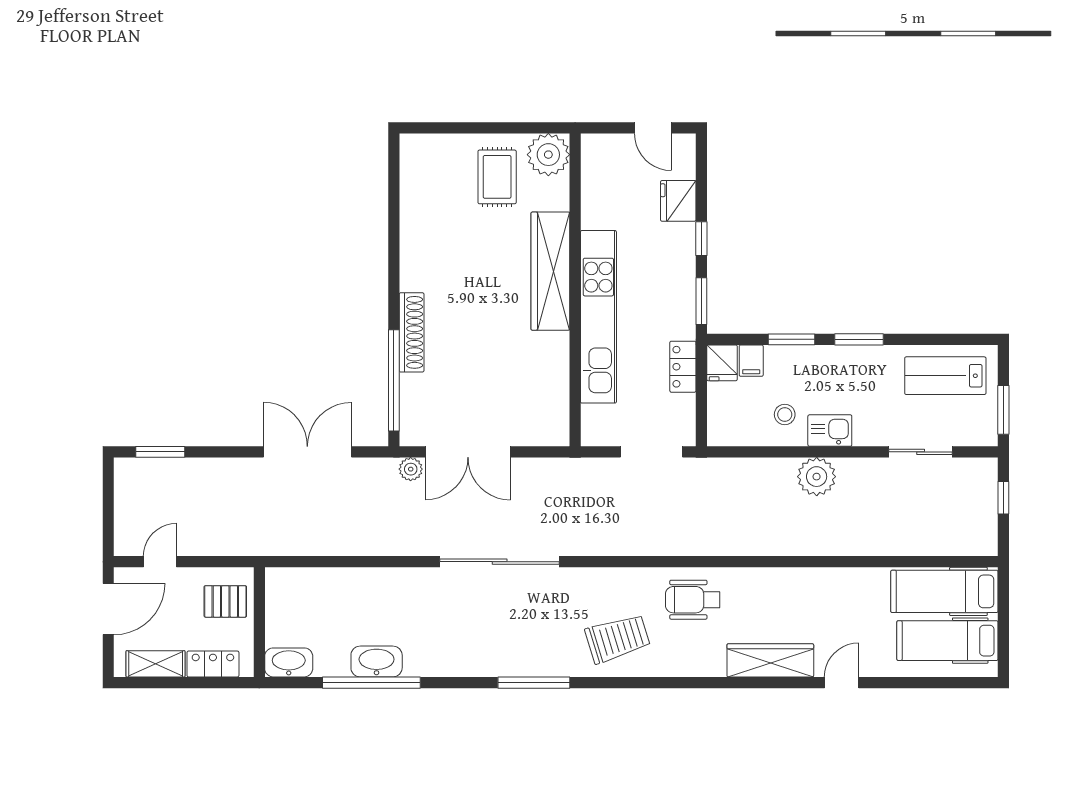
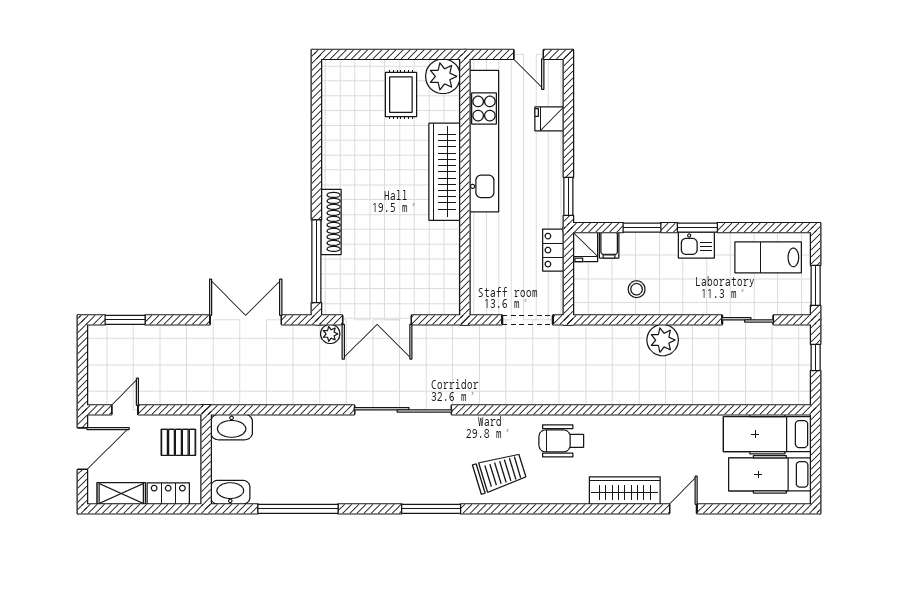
fridge: (678, 201) -> (549, 119), width x0.72
window: (701, 239) -> (568, 145), removed
kitchen unit: (598, 317) -> (484, 141), moved
kitchen sink: (830, 431) -> (696, 245), moved, turned 180
washbasin: (377, 661) -> (232, 427), moved, turned 180

